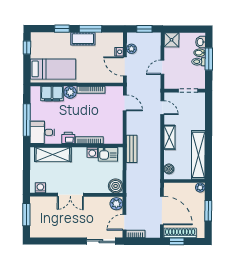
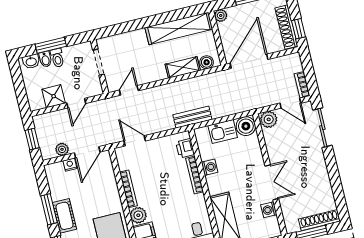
shower: (172, 40) -> (54, 96), moved
door: (162, 67) -> (76, 103), hinge flipped
door: (125, 103) -> (135, 141), hinge flipped
shelving: (169, 137) -> (183, 67), moved
printer: (68, 138) -> (185, 148), moved
kitchen sink: (108, 154) -> (223, 132), moved, turned 90
washing machine: (40, 188) -> (269, 210), moved
door: (162, 210) -> (249, 61), moved
shoe rack: (34, 222) -> (319, 220), added

